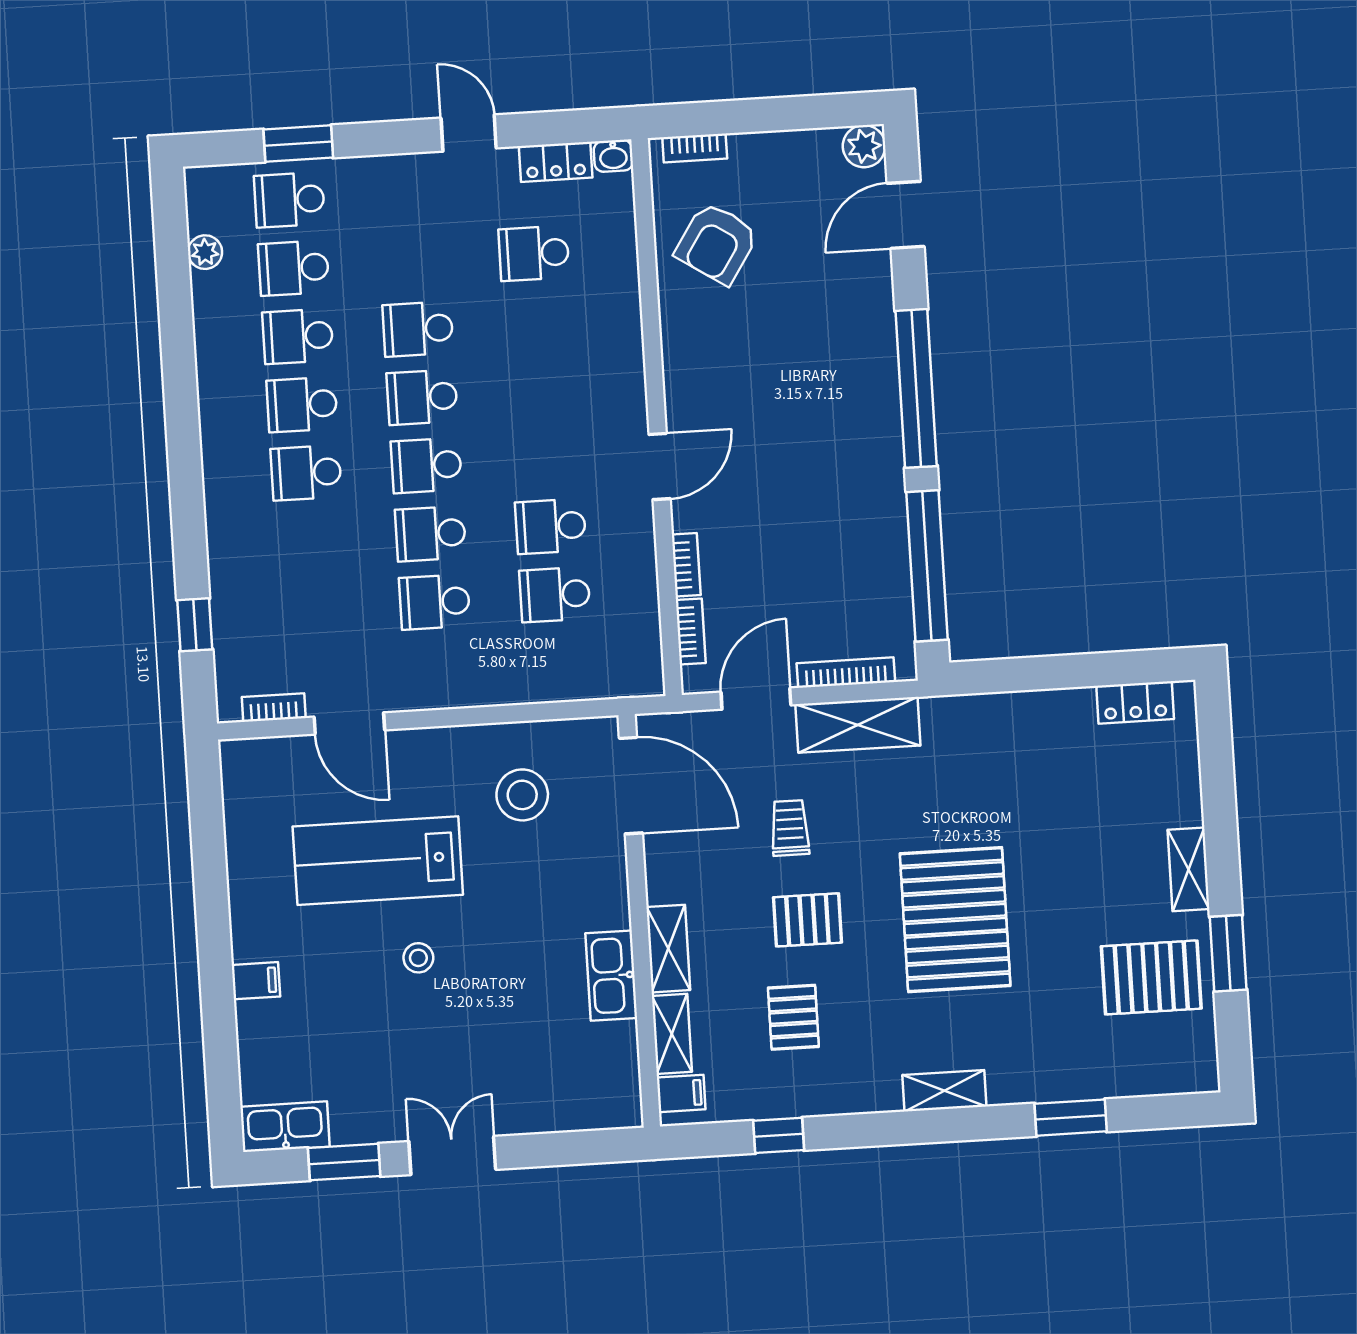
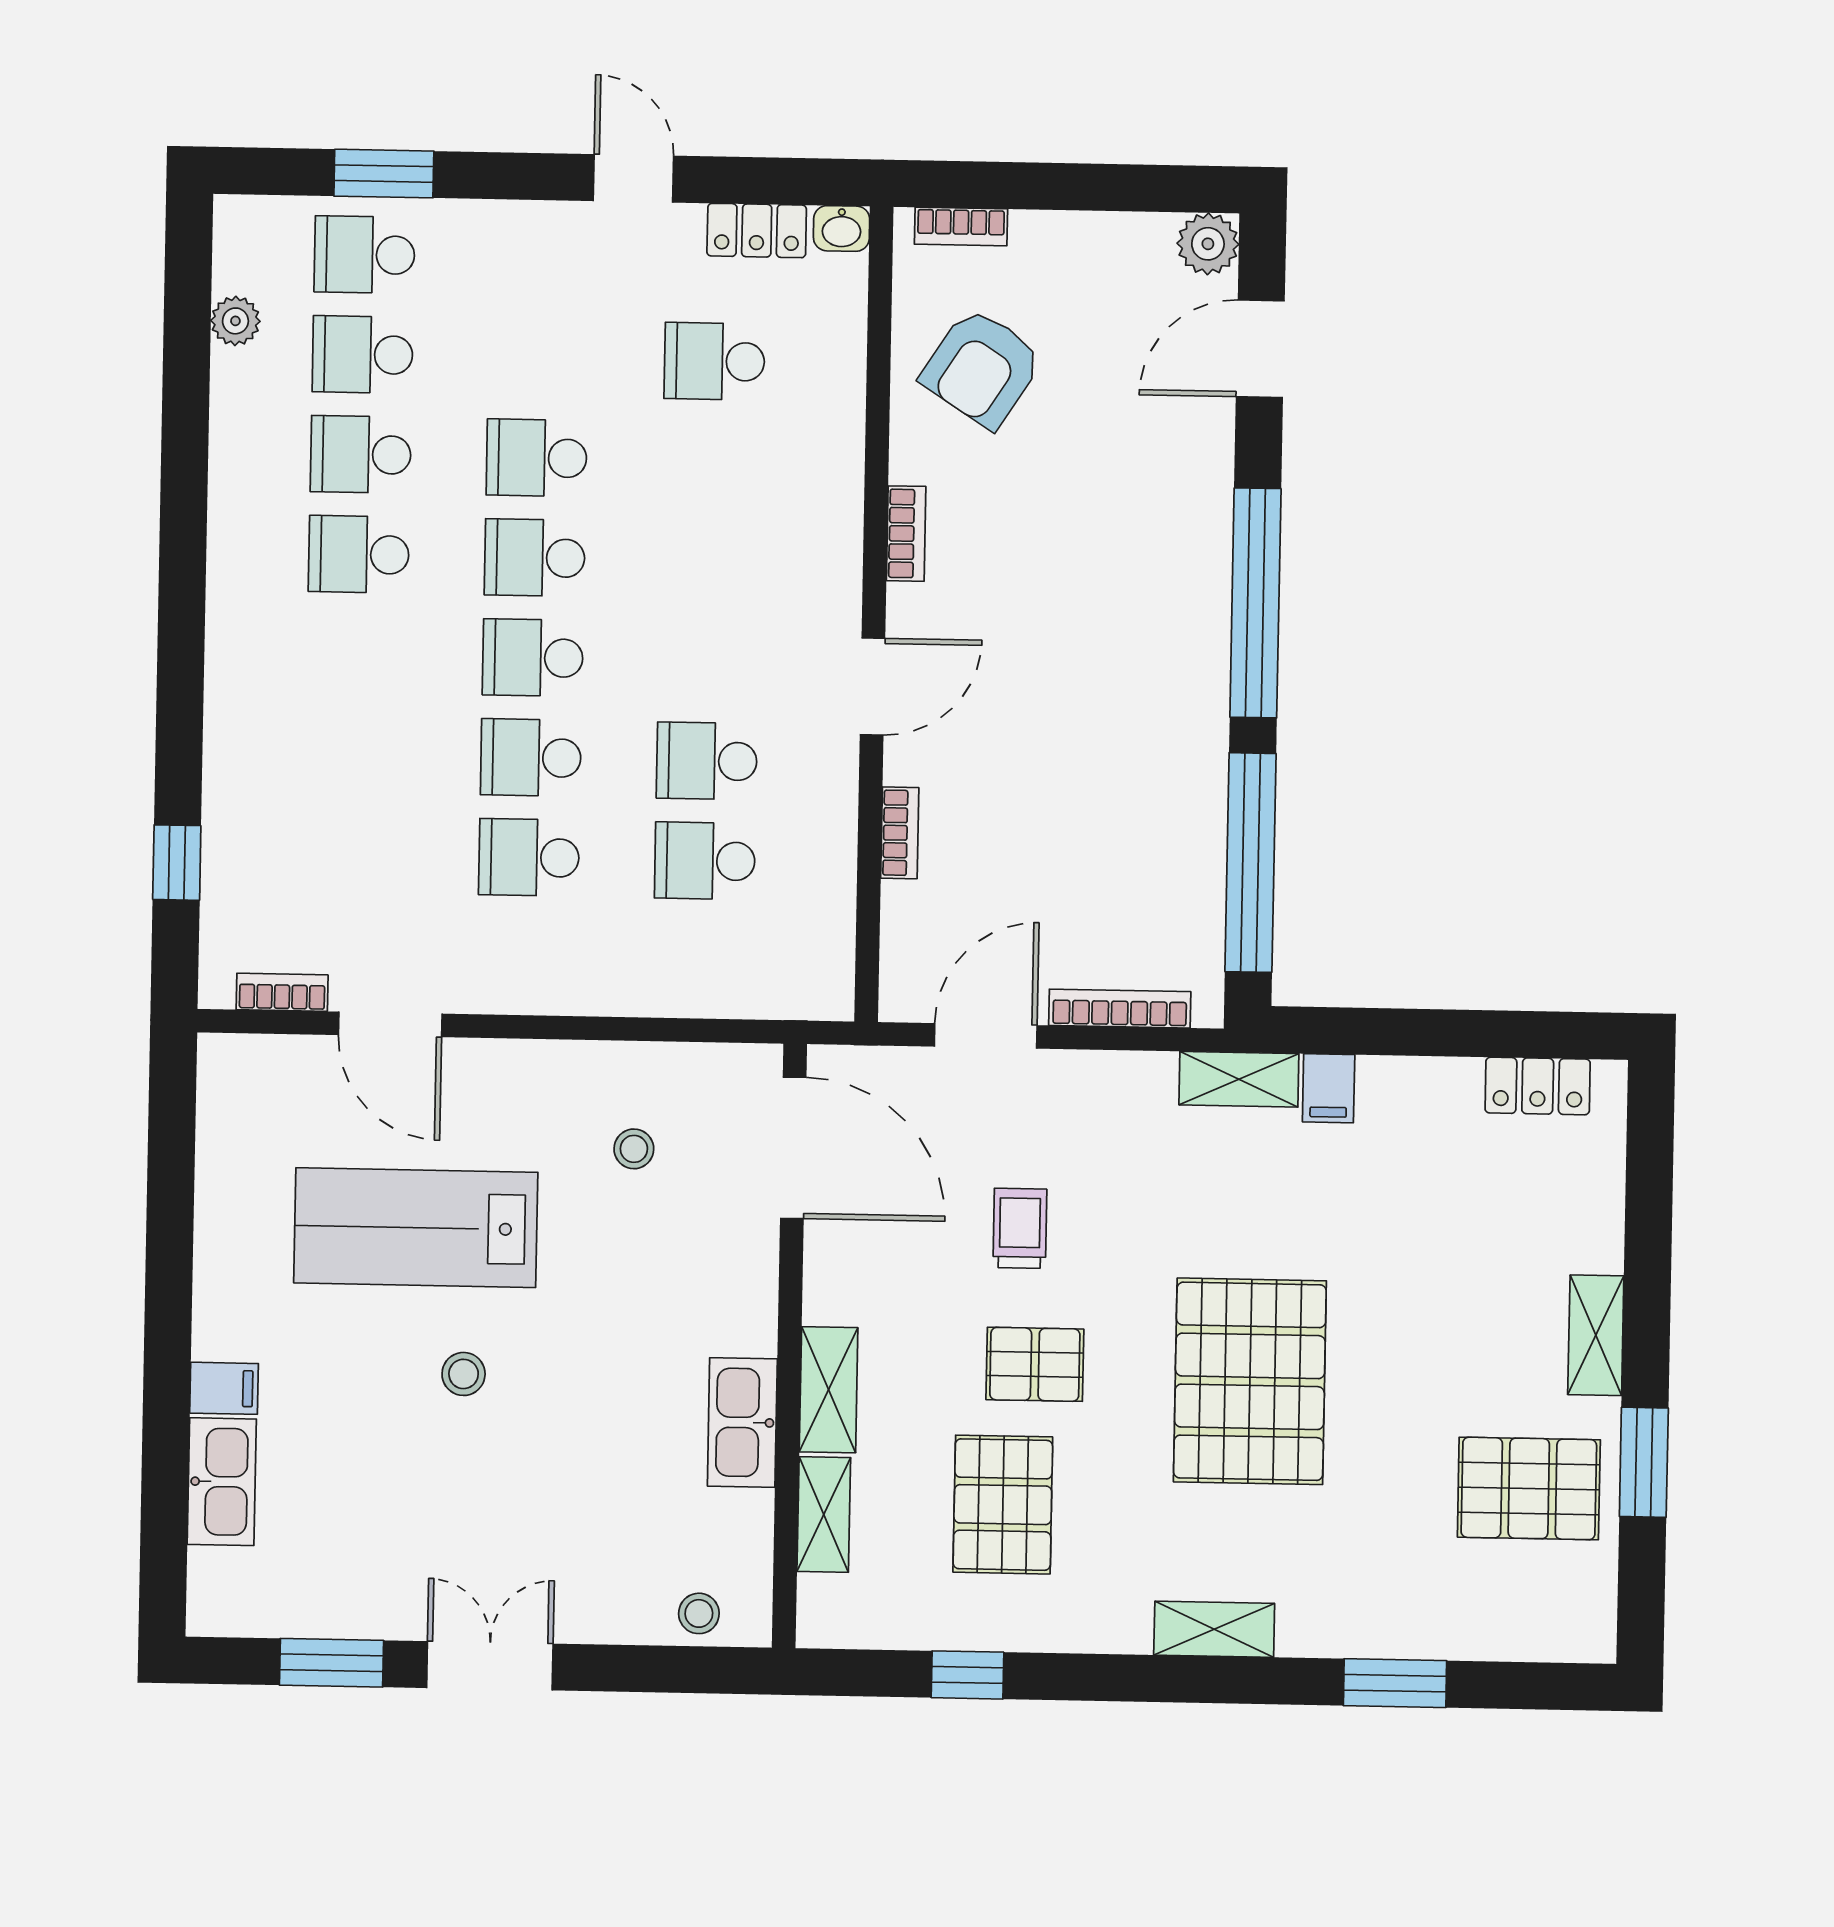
school desk: (306, 473) -> (357, 654), removed
bookcase: (691, 632) -> (906, 534), moved
shelving: (858, 725) -> (1239, 1079), moved, width x0.67, depth x0.75
stool: (522, 795) -> (634, 1149), width x0.53, depth x0.53
pallet: (793, 1017) -> (1003, 1505), width x1.50, depth x1.42
filing cabinet: (681, 1093) -> (1329, 1088), moved, turned 90
stool: (592, 1108) -> (699, 1613), added
kitchen sink: (285, 1127) -> (222, 1482), moved, turned 90

